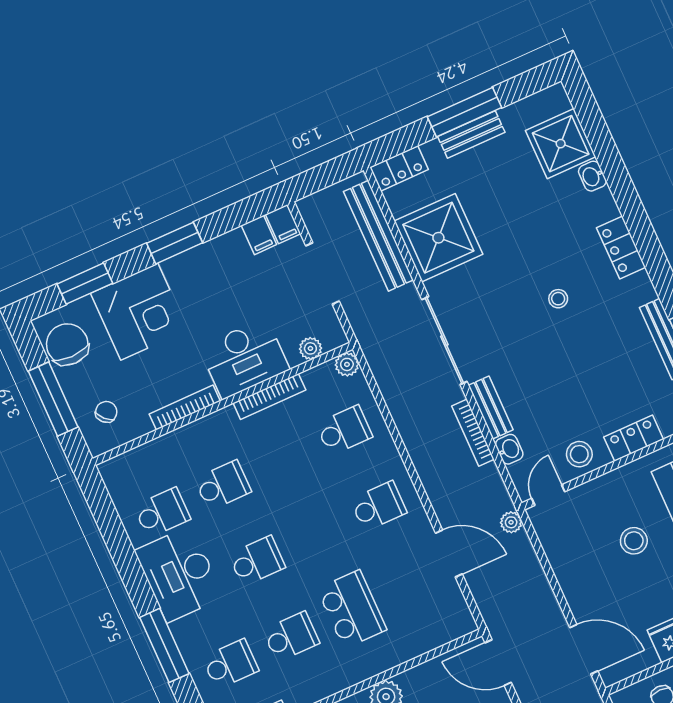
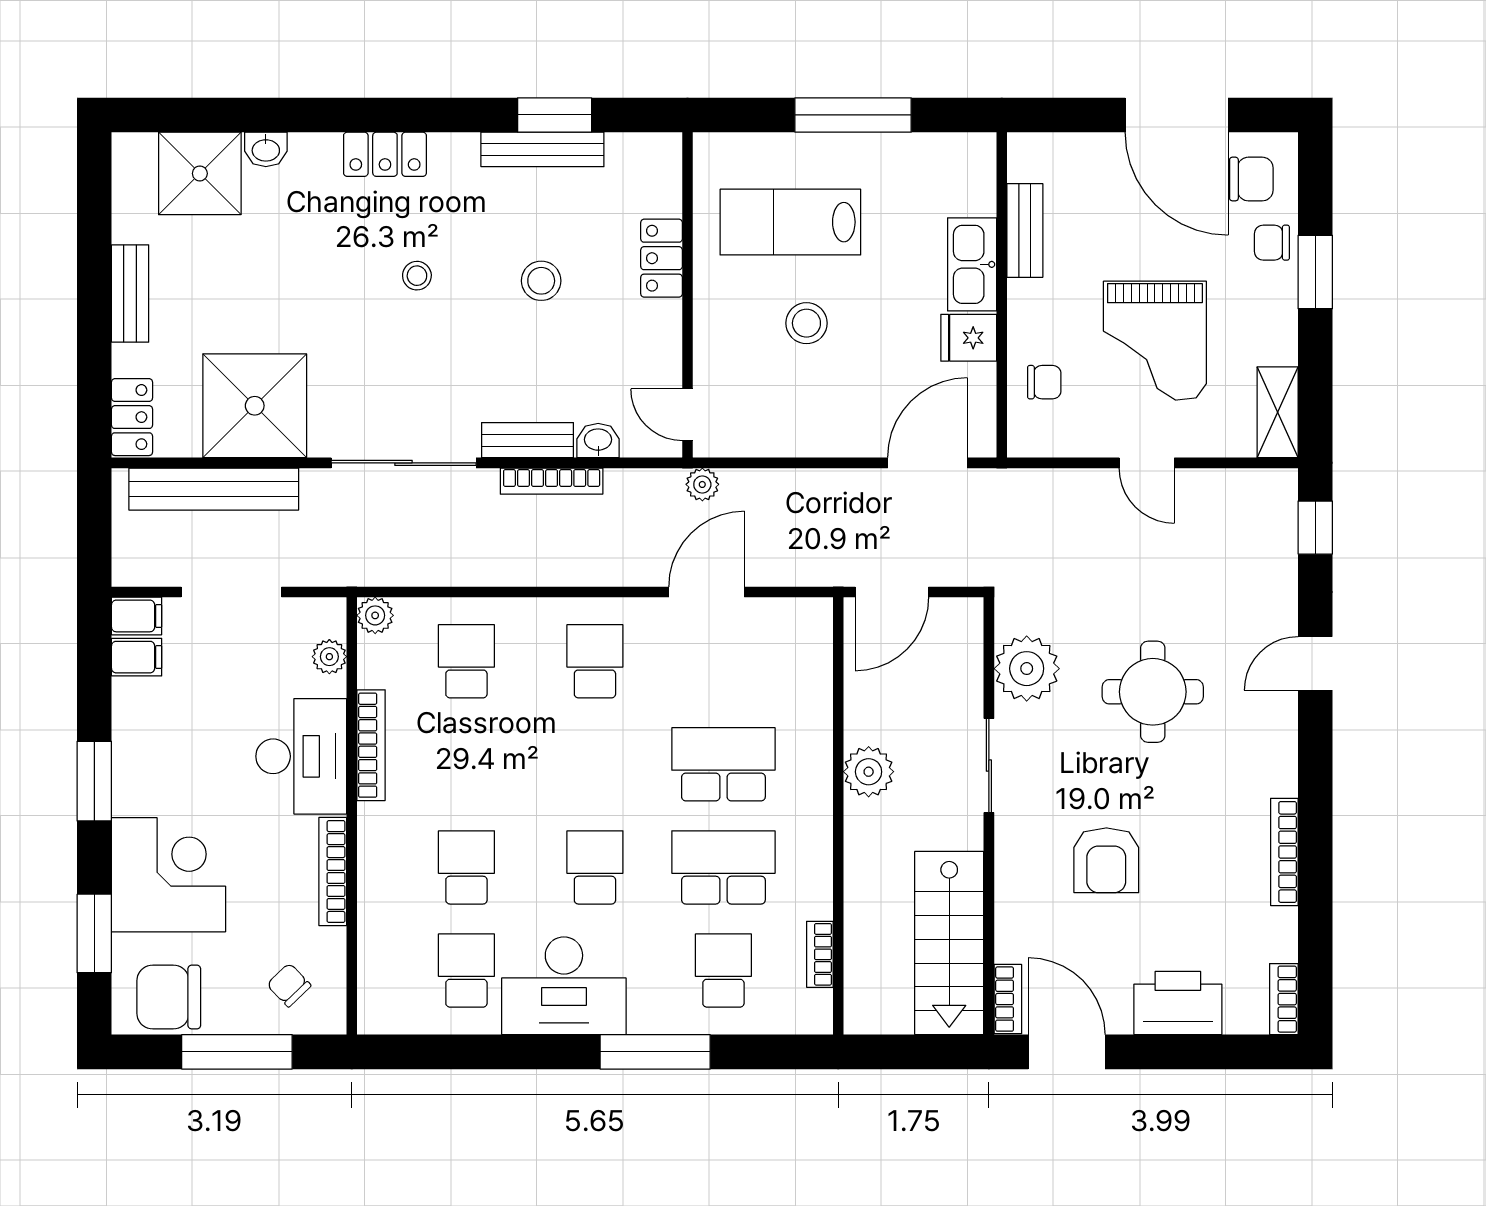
window: (464, 112) -> (94, 289), removed
stool: (579, 454) -> (541, 281), moved
school desk: (291, 637) -> (723, 867), width x1.85

